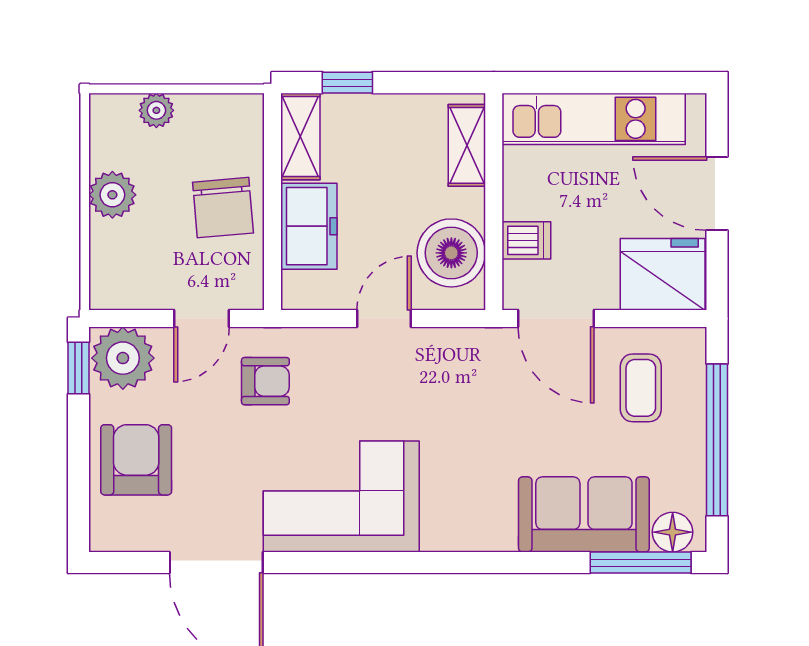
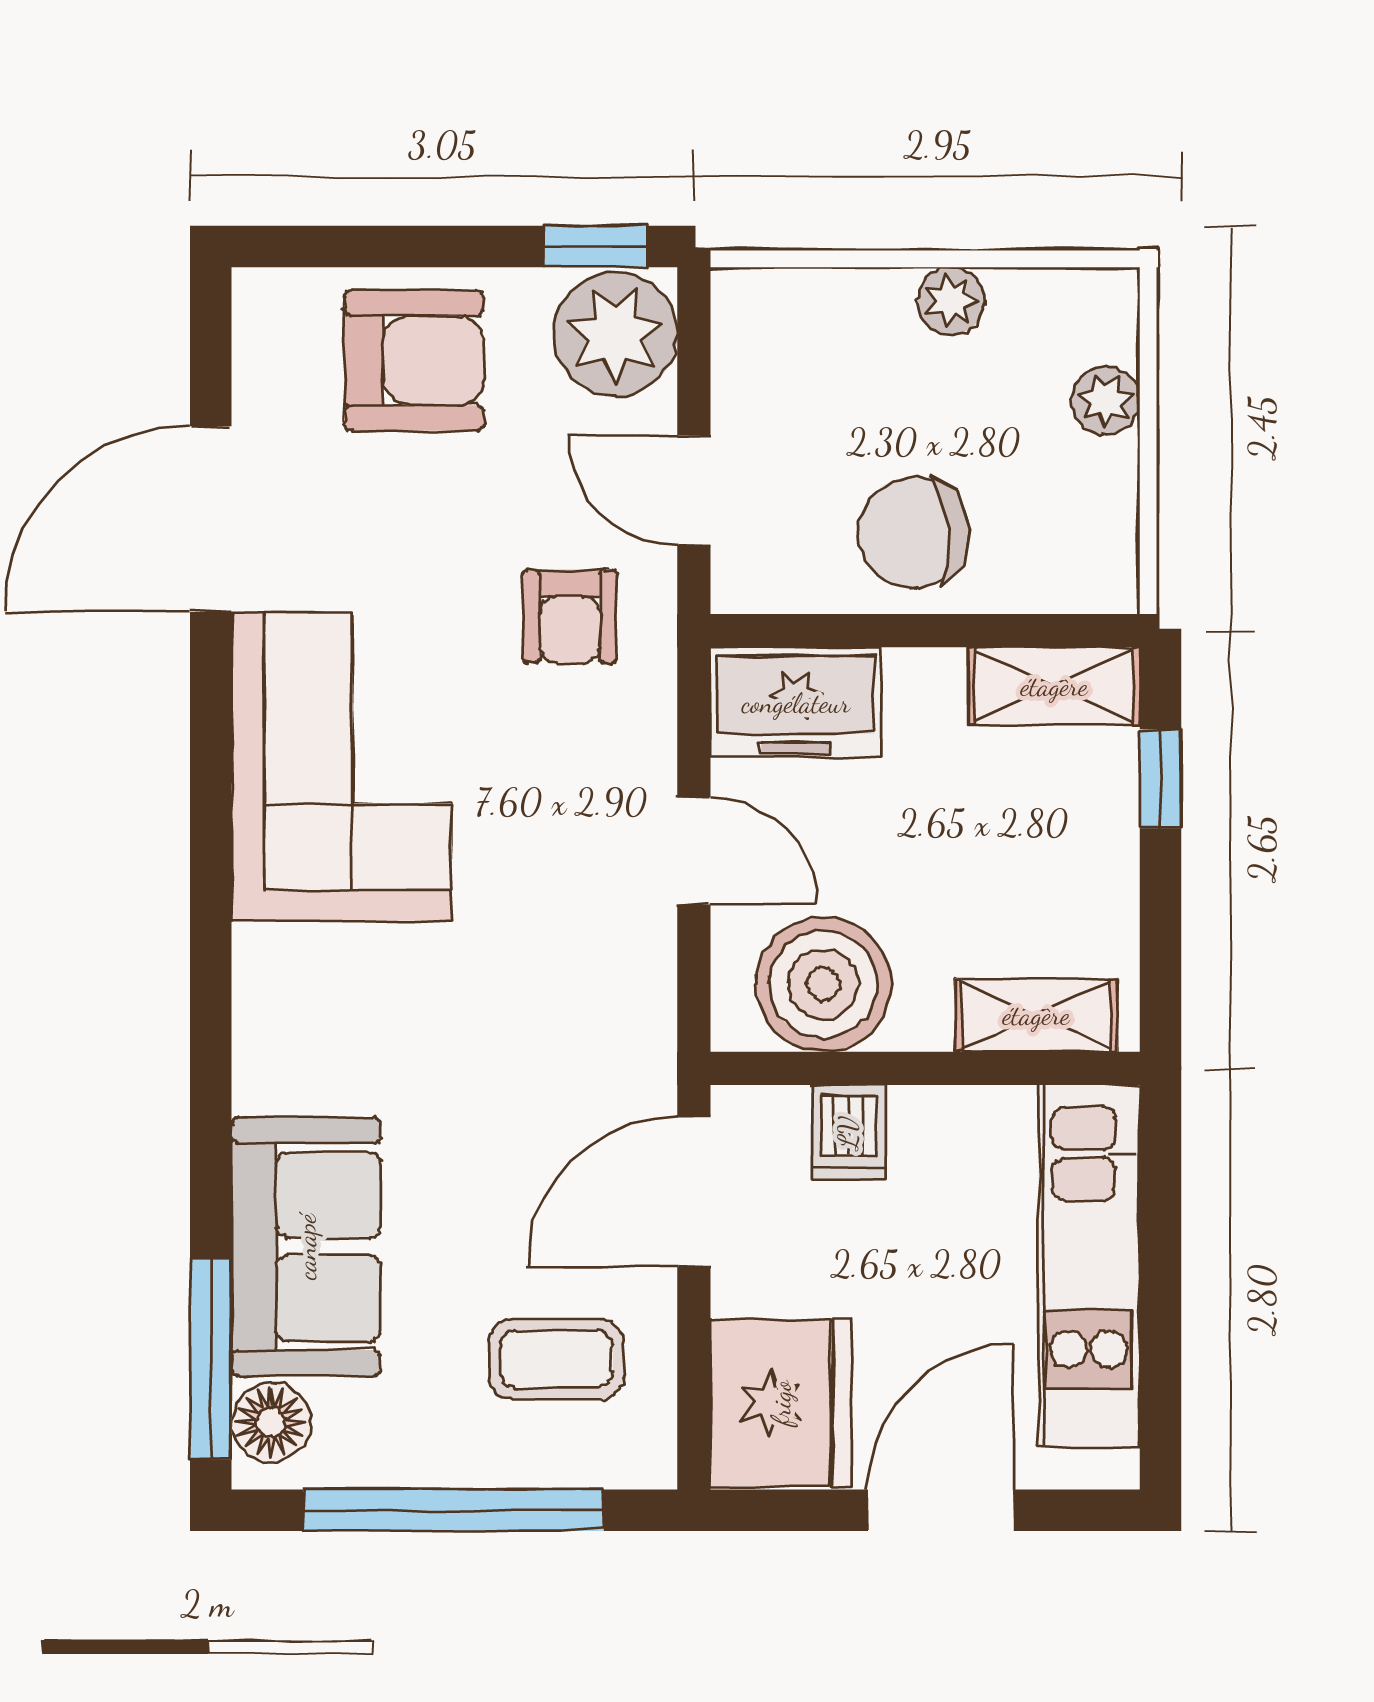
plant: (112, 195) -> (951, 301), width x0.73, depth x0.73
freezer: (309, 226) -> (796, 703), moved

